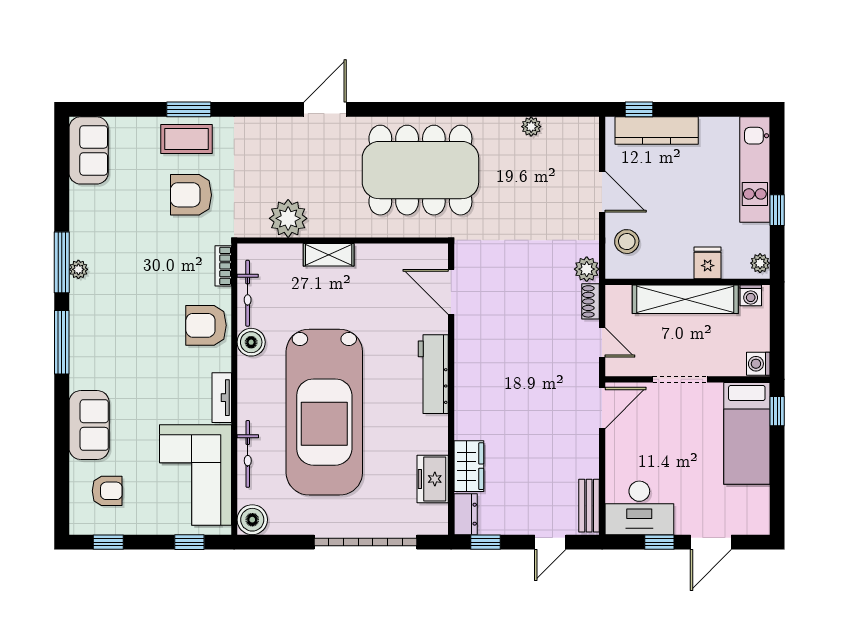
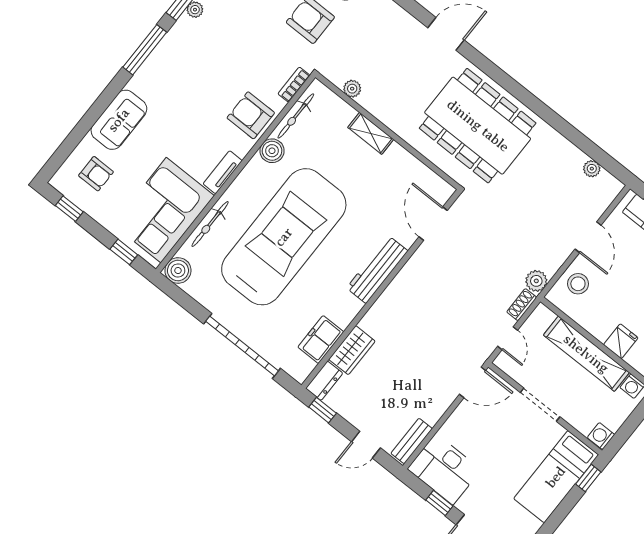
plant: (531, 127) -> (592, 169), moved
plant: (288, 218) -> (352, 89), width x0.53, depth x0.53
car: (324, 412) -> (284, 237), turned 180

